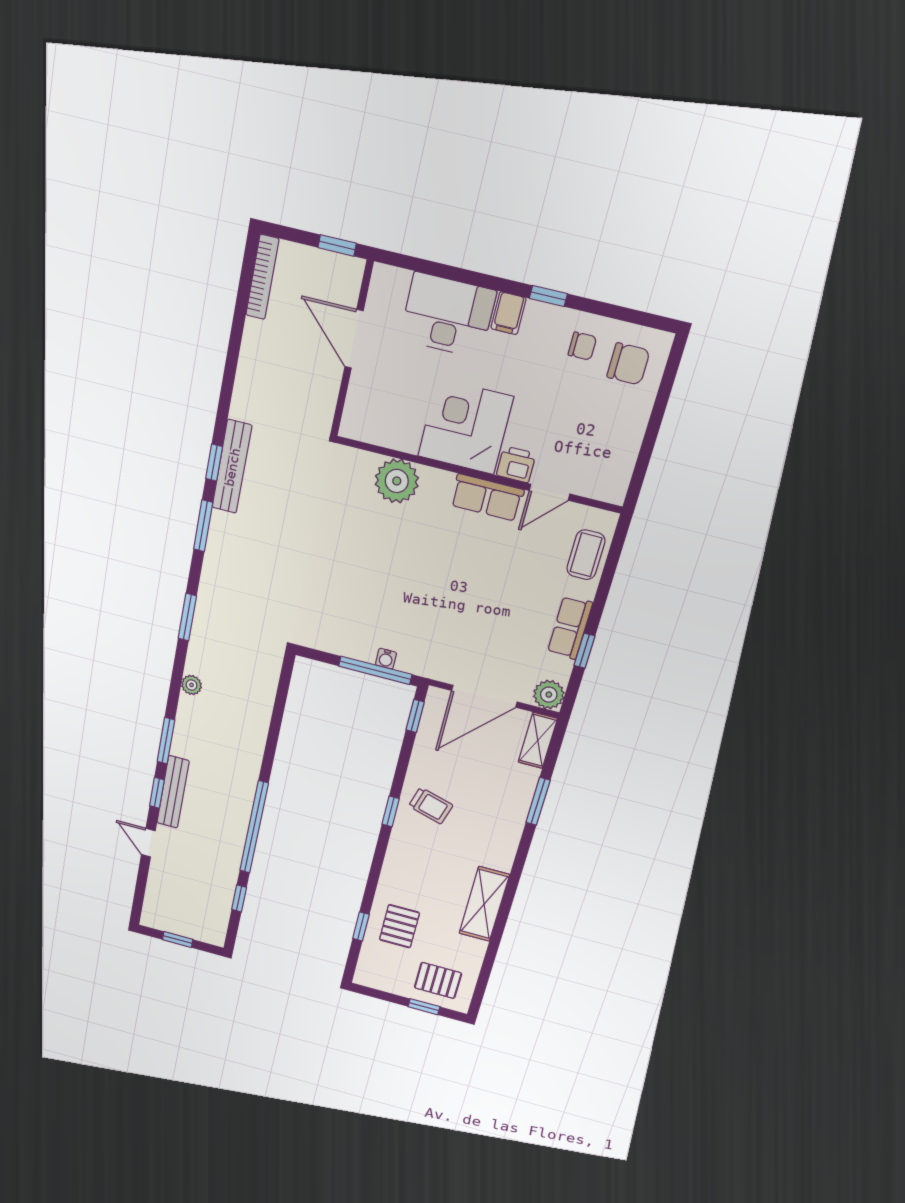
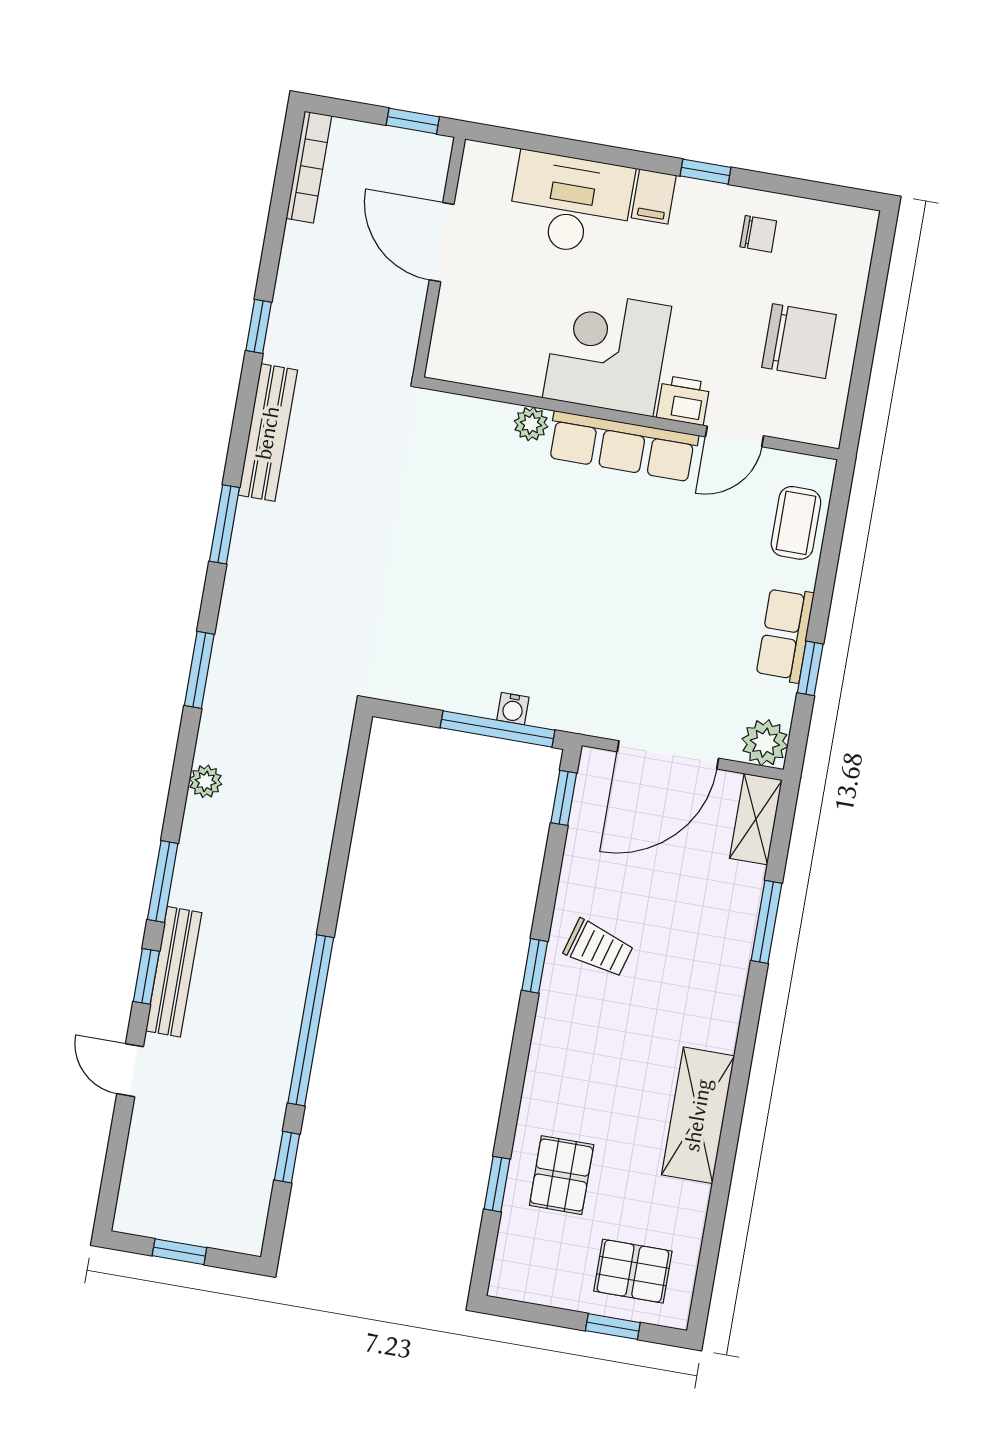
chair: (628, 364) -> (799, 341), moved, width x1.37, depth x1.37
window: (214, 463) -> (259, 326), moved
plant: (397, 481) -> (531, 424), width x0.53, depth x0.53
row of seats: (487, 497) -> (623, 446), width x1.48

